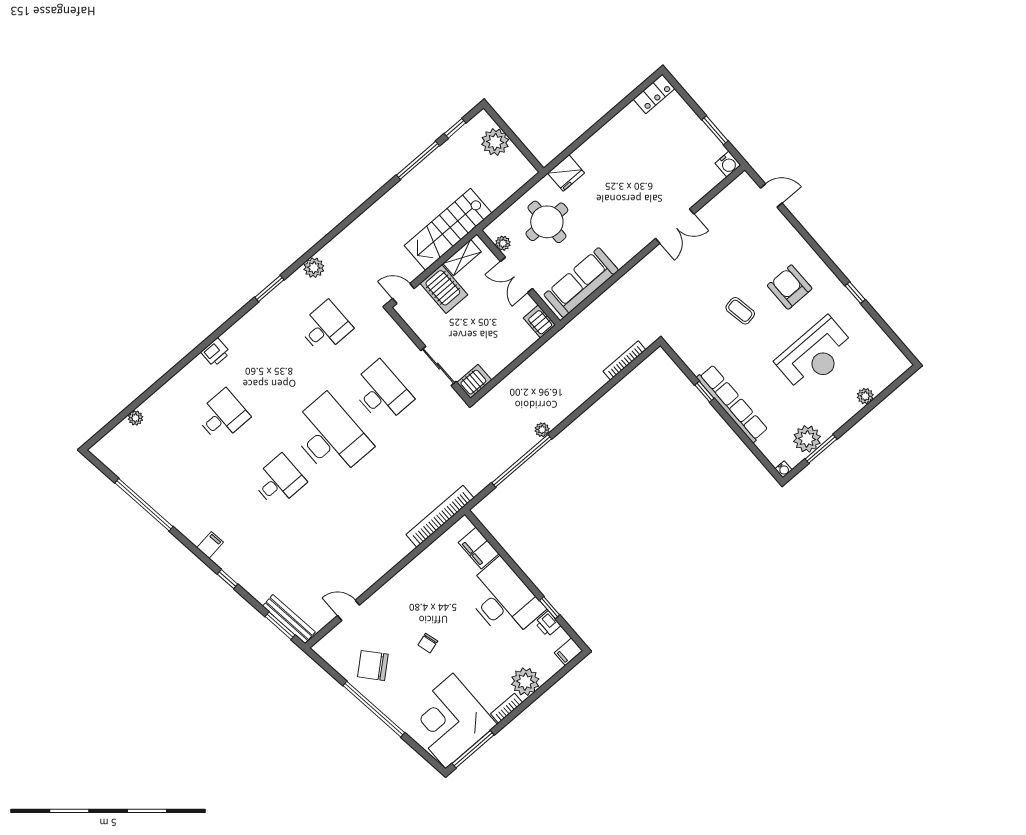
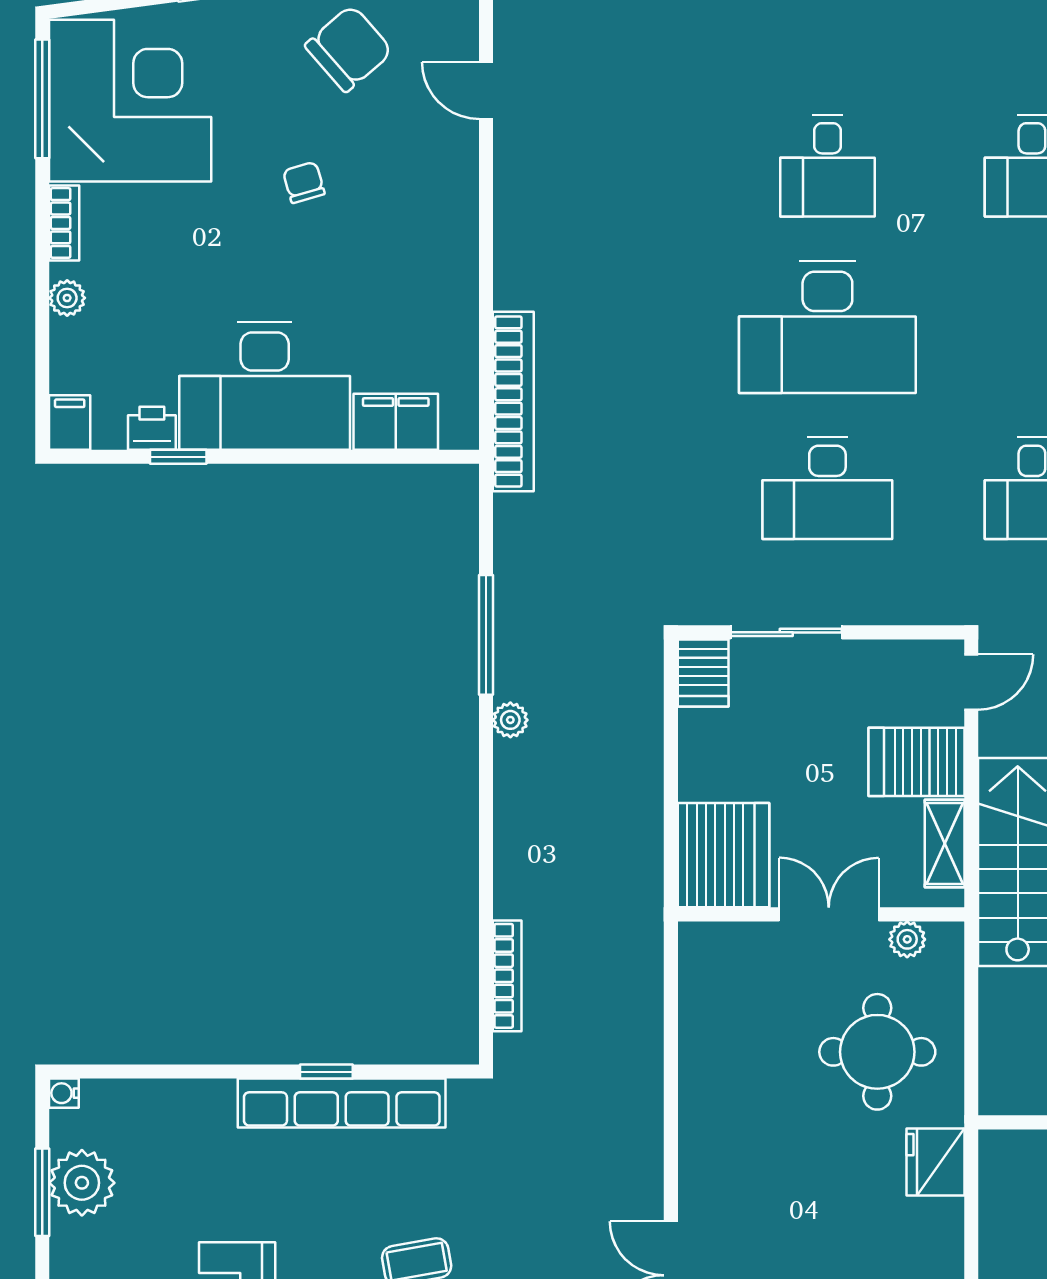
sofa: (581, 283) -> (715, 1019), removed
server rack: (539, 321) -> (723, 855), width x2.18, depth x1.44
row of seats: (732, 404) -> (342, 1103), moved
window: (522, 461) -> (486, 635), width x0.68
door: (349, 610) -> (486, 91), swing flipped
plant: (525, 682) -> (67, 298), width x0.53, depth x0.53

